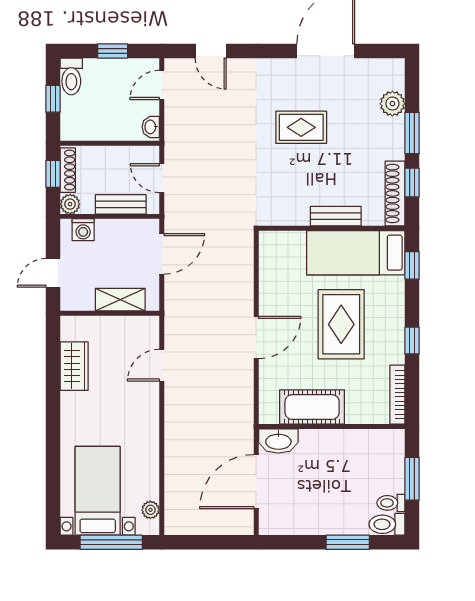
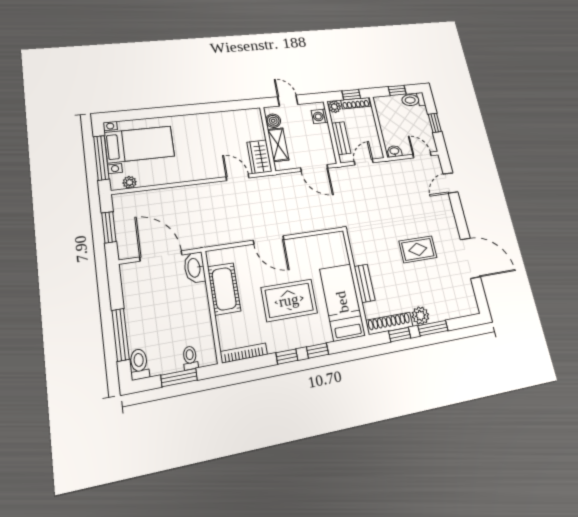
plant: (392, 104) -> (420, 316), moved
rug: (301, 127) -> (418, 249), turned 90
window: (412, 265) -> (317, 351), moved
boiler: (83, 300) -> (273, 121), added
wardrobe: (74, 366) -> (259, 157), moved, turned 90
toilet: (391, 503) -> (190, 358), moved
window: (208, 542) -> (109, 227), added
window: (348, 542) -> (121, 335), width x1.44

